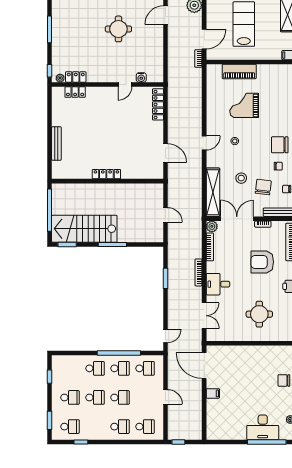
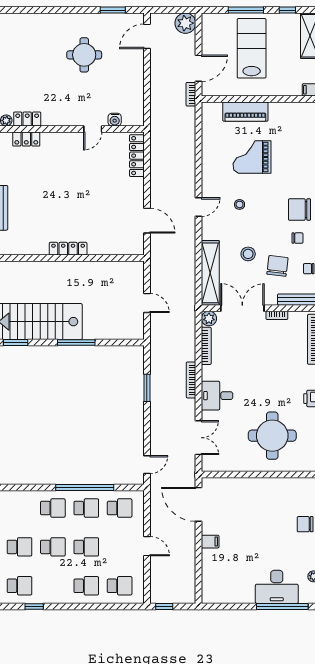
armchair: (262, 262) -> (276, 366), removed
round table: (259, 314) -> (272, 436), width x1.36, depth x1.36

